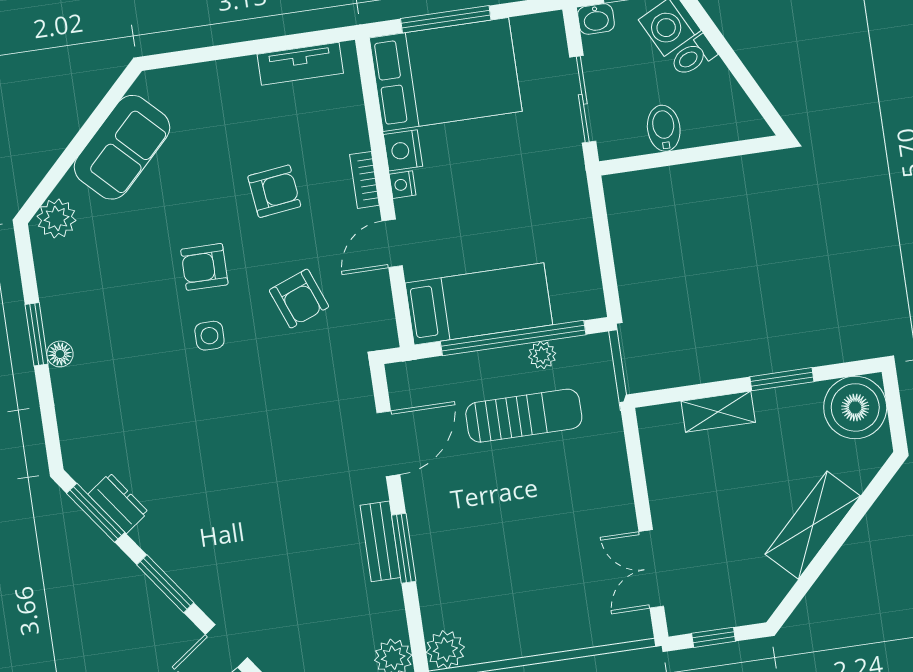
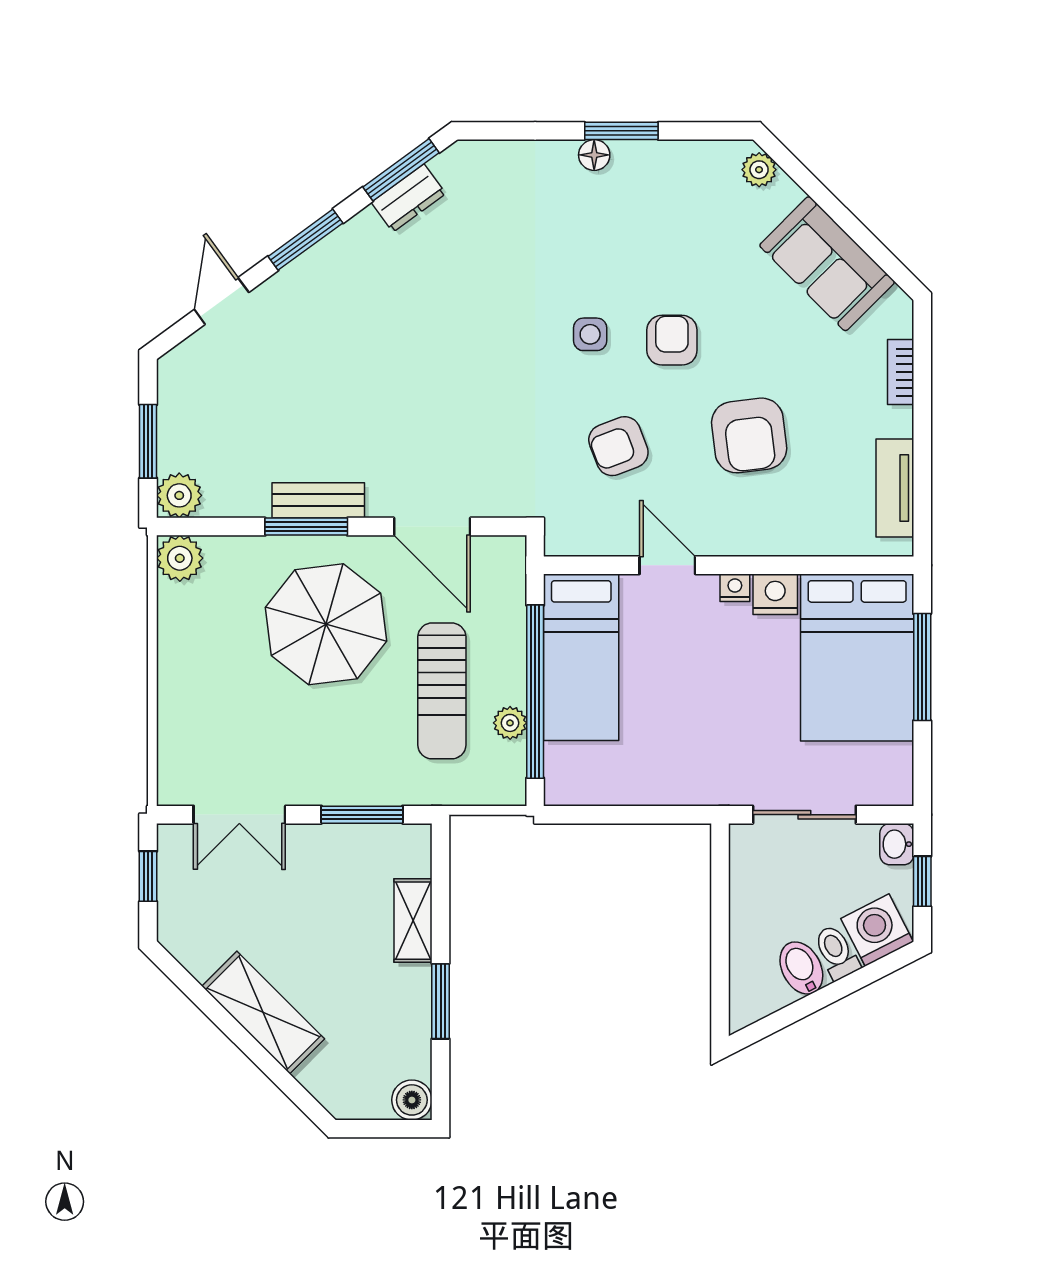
bidet: (664, 128) -> (801, 968), moved, turned -117
bookcase: (364, 180) -> (901, 372), moved, turned -90
armchair: (274, 191) -> (749, 435), width x1.38, depth x1.38
plant: (56, 218) -> (759, 170), width x0.73, depth x0.73
boiler: (855, 407) -> (412, 1100), width x0.54, depth x0.54
window: (636, 467) -> (362, 815), added
parasol: (482, 520) -> (326, 624), added
double door: (651, 569) -> (239, 815), swing flipped

